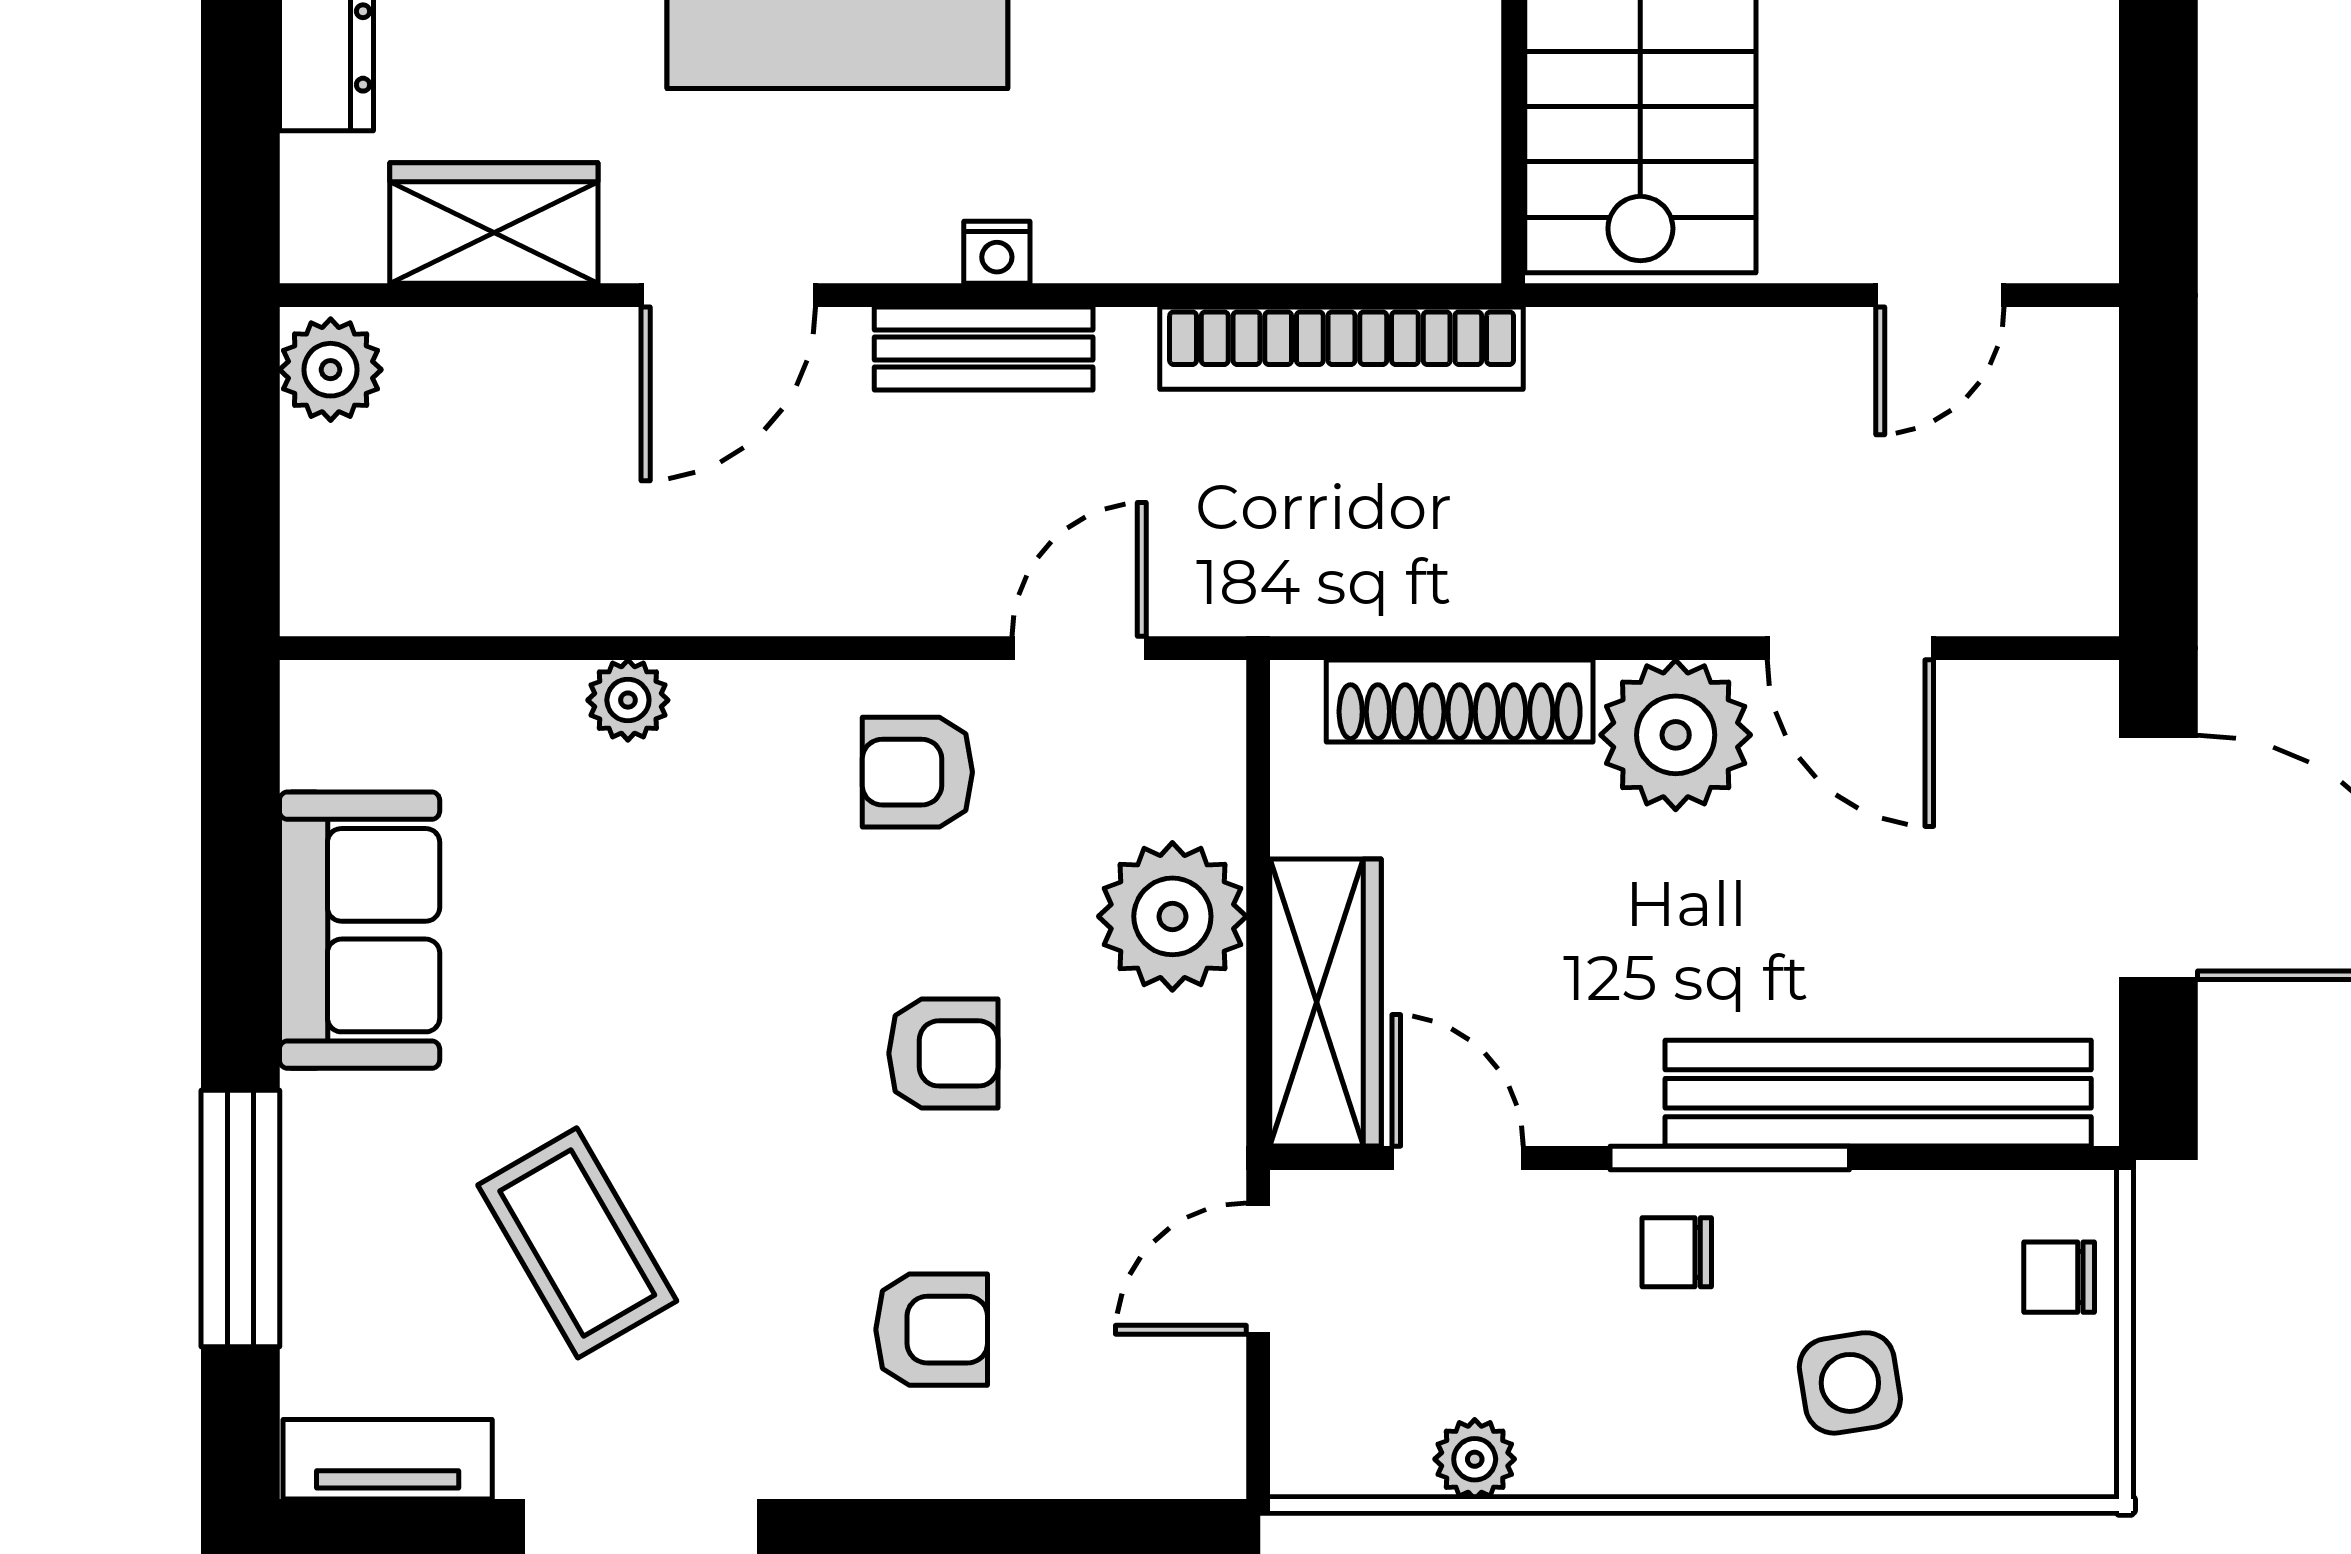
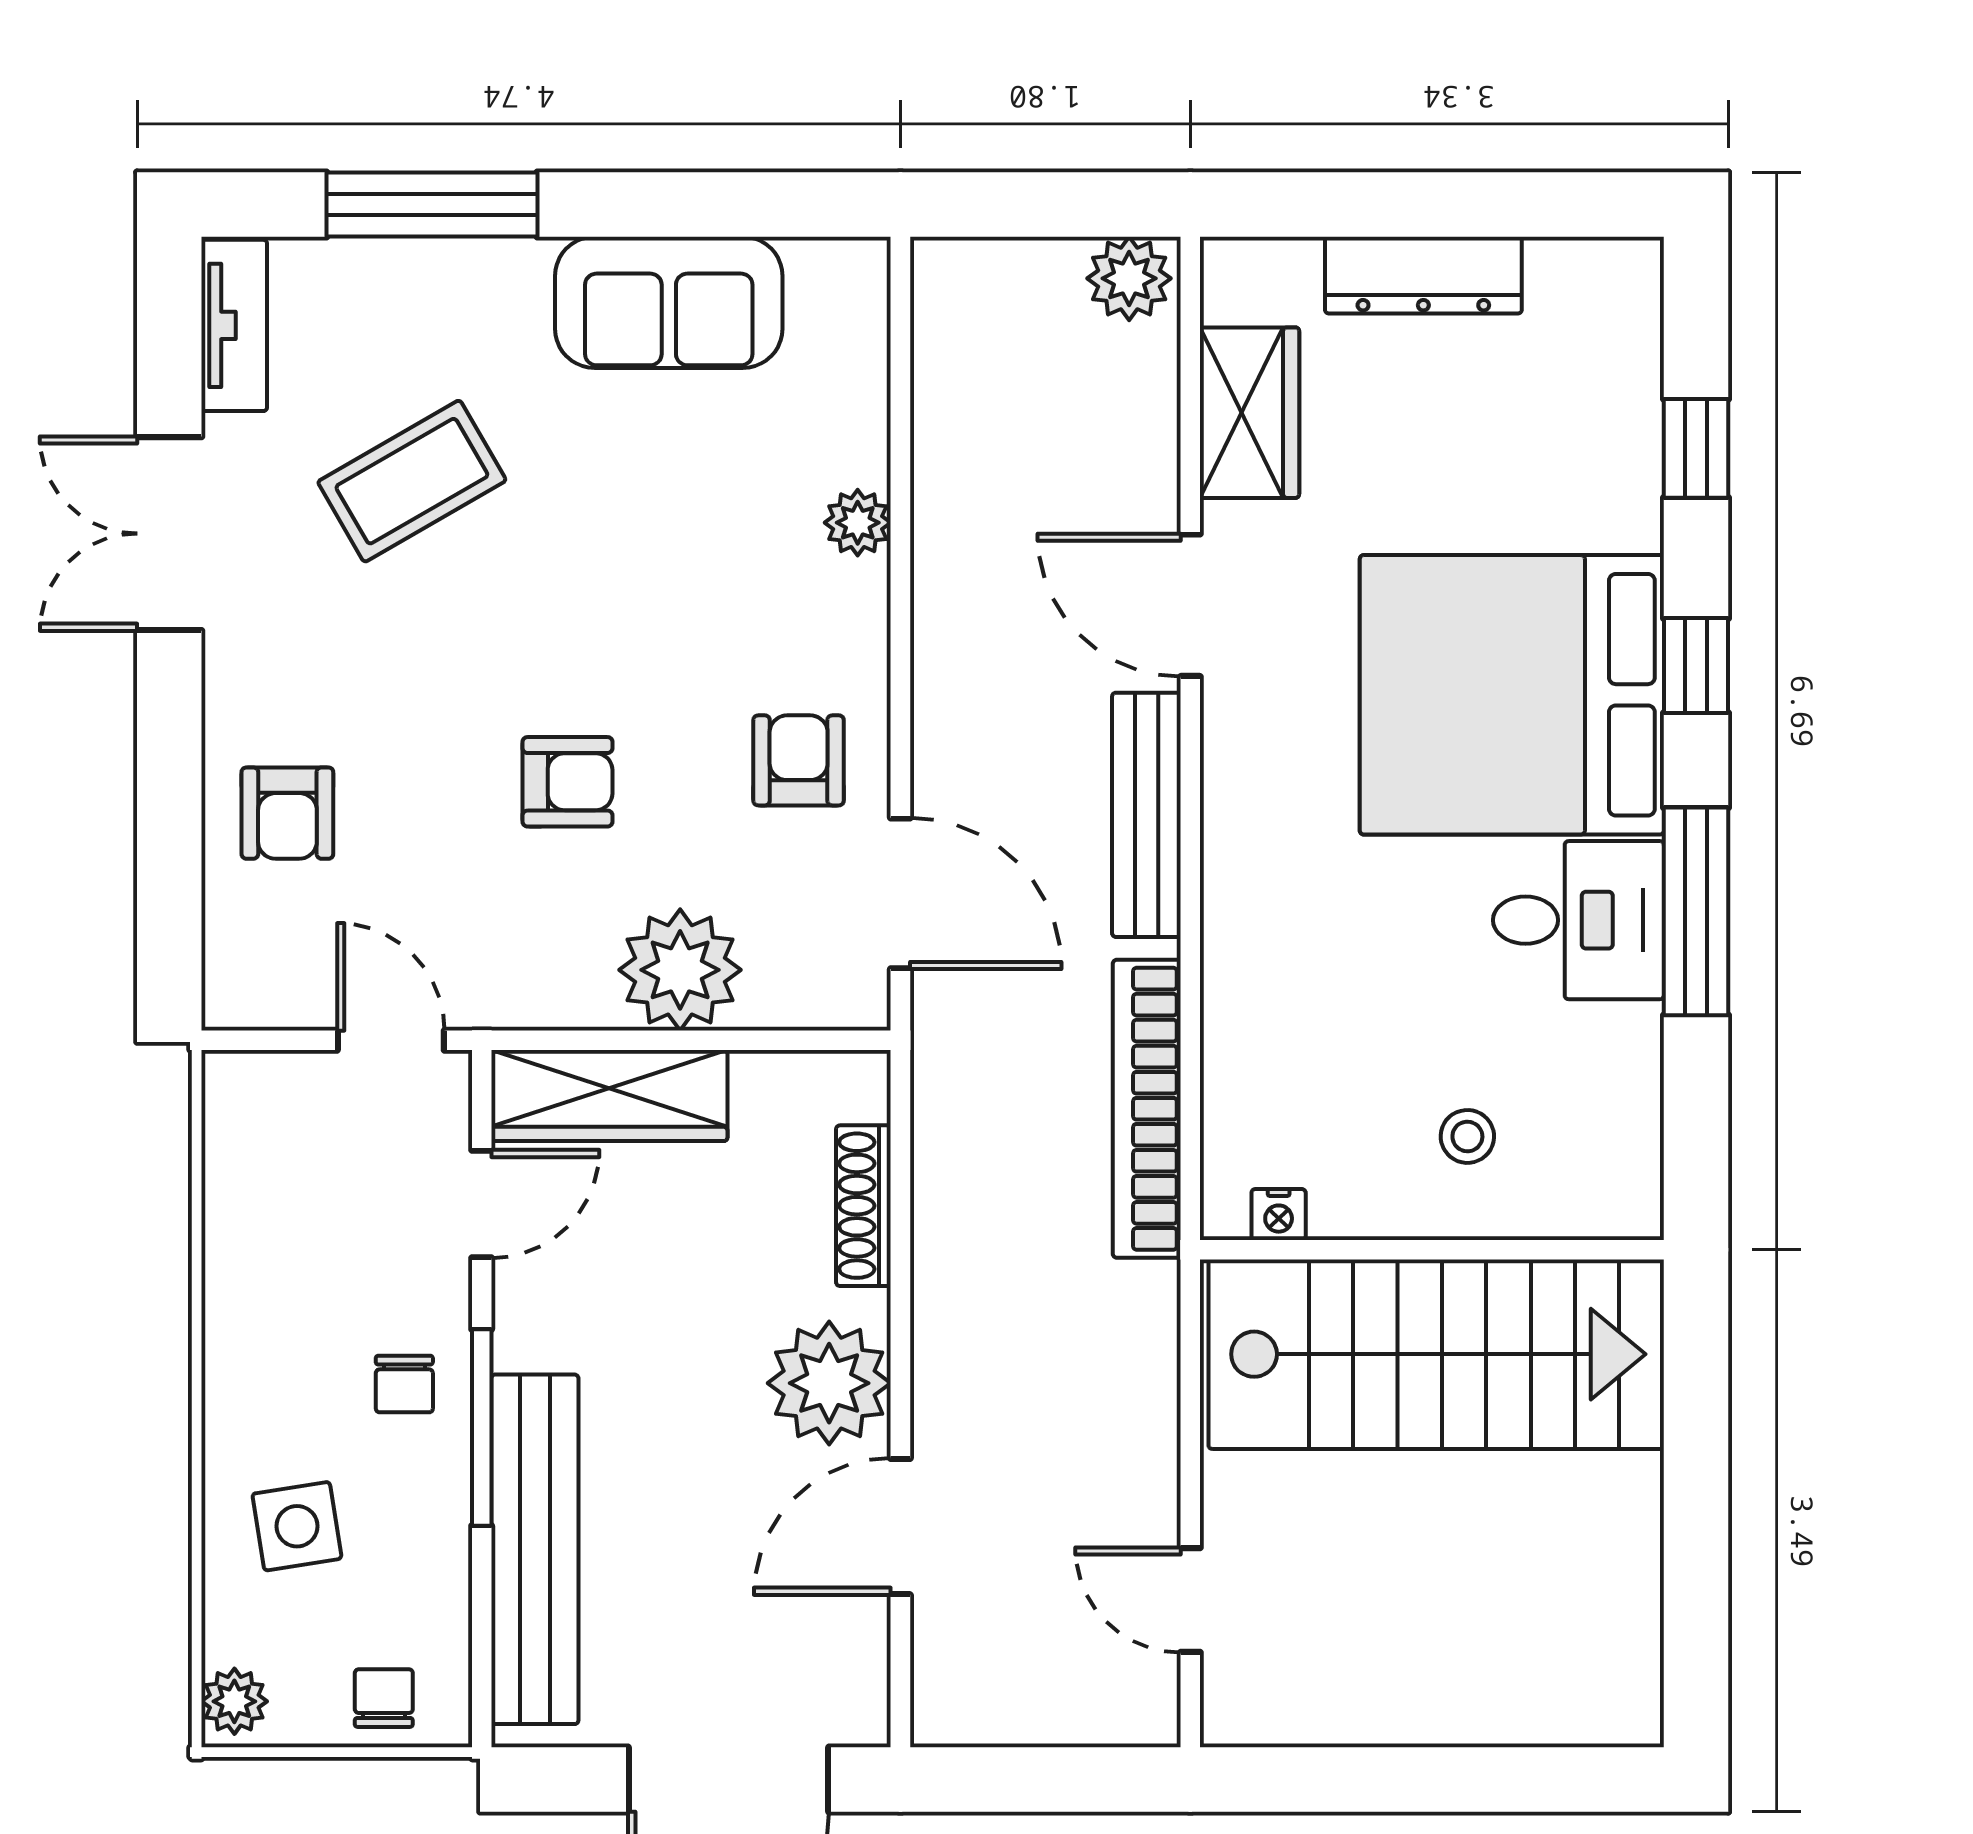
nightstand: (997, 252) -> (1279, 1214), moved, turned -90
bench: (984, 349) -> (1146, 815), width x1.36
door: (1079, 648) -> (900, 893), width x1.38
shoe rack: (1460, 701) -> (863, 1206), width x0.74, depth x0.81
armchair: (943, 1053) -> (567, 782), turned -90
chair: (1677, 1252) -> (404, 1384), turned 180
armchair: (932, 1330) -> (287, 813), moved
plant: (1475, 1459) -> (234, 1701), moved

